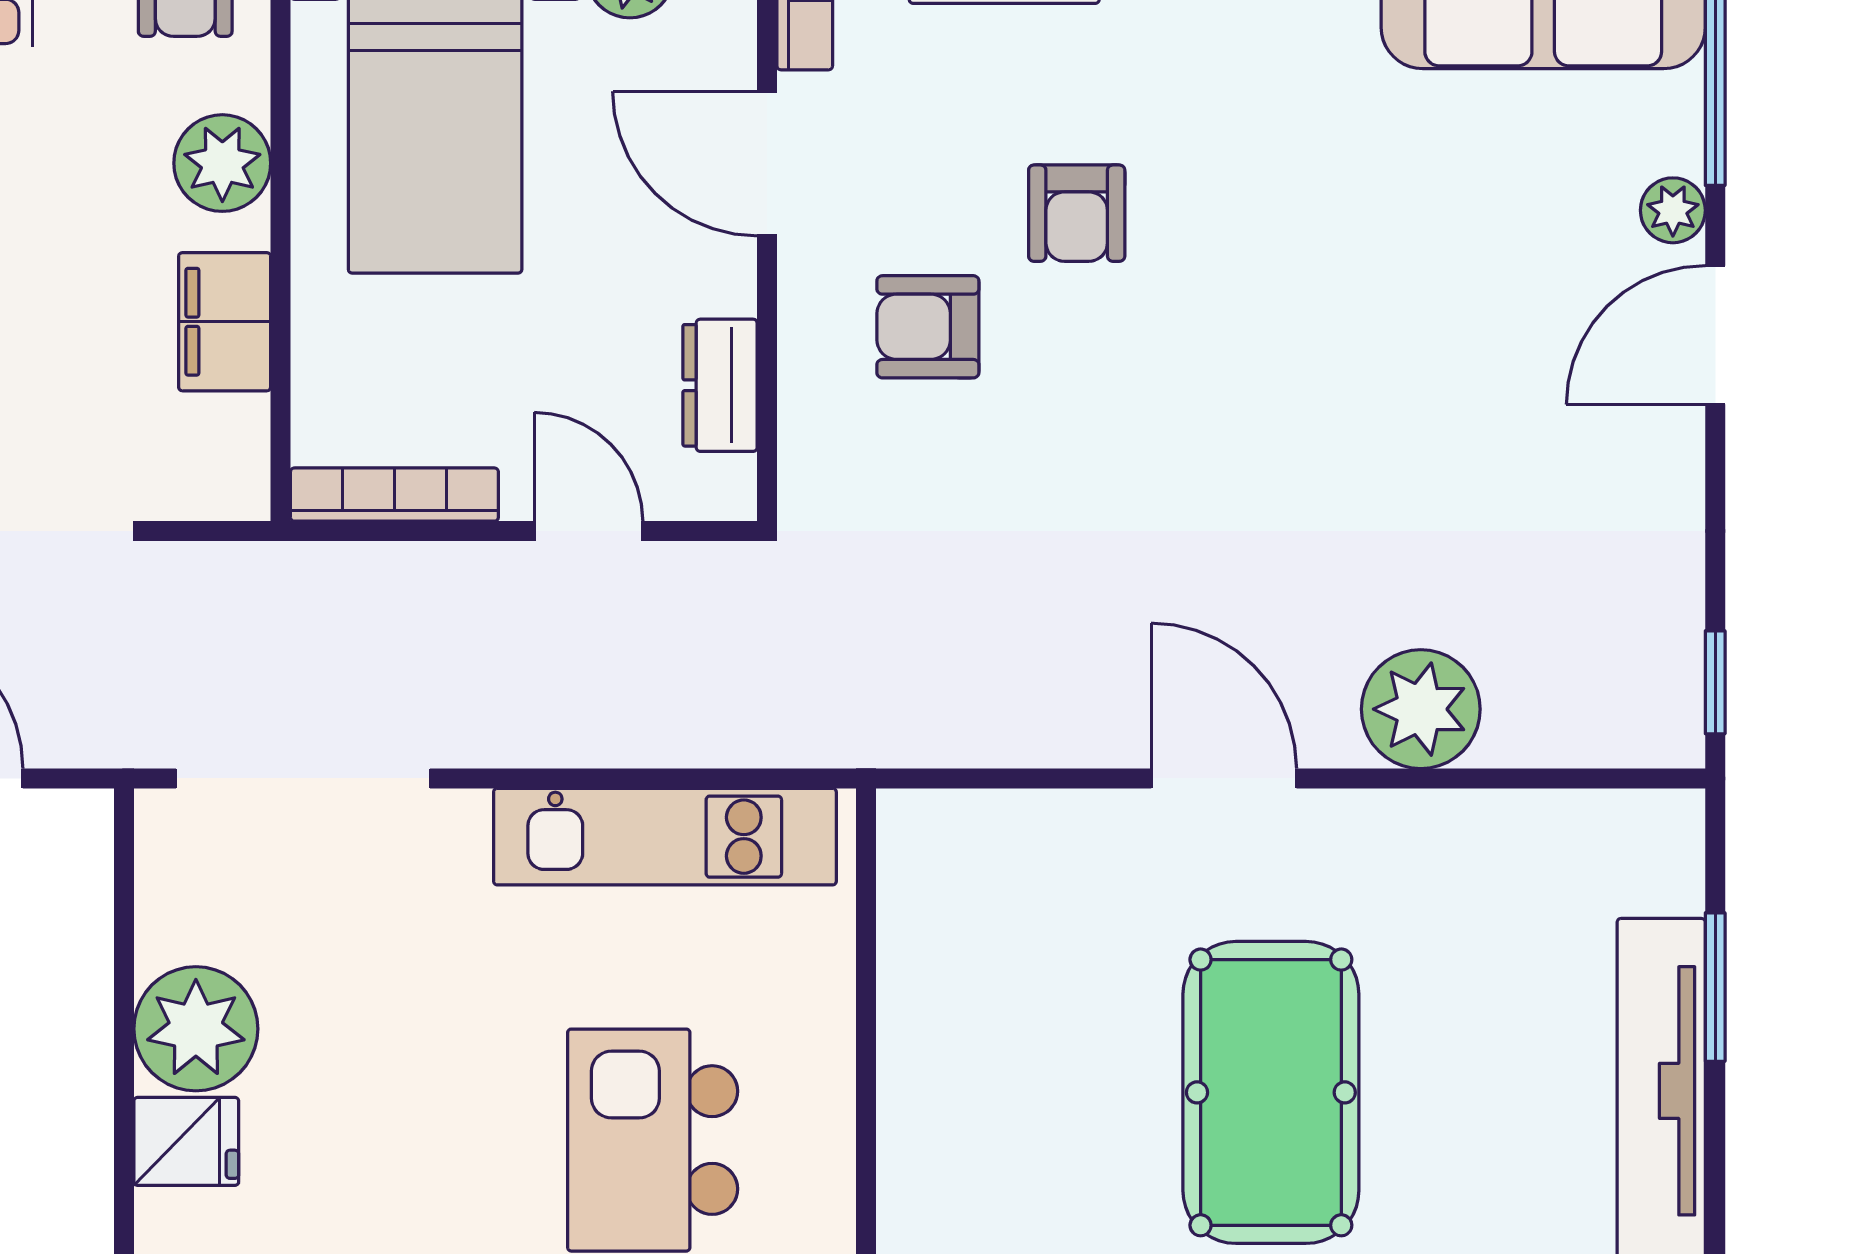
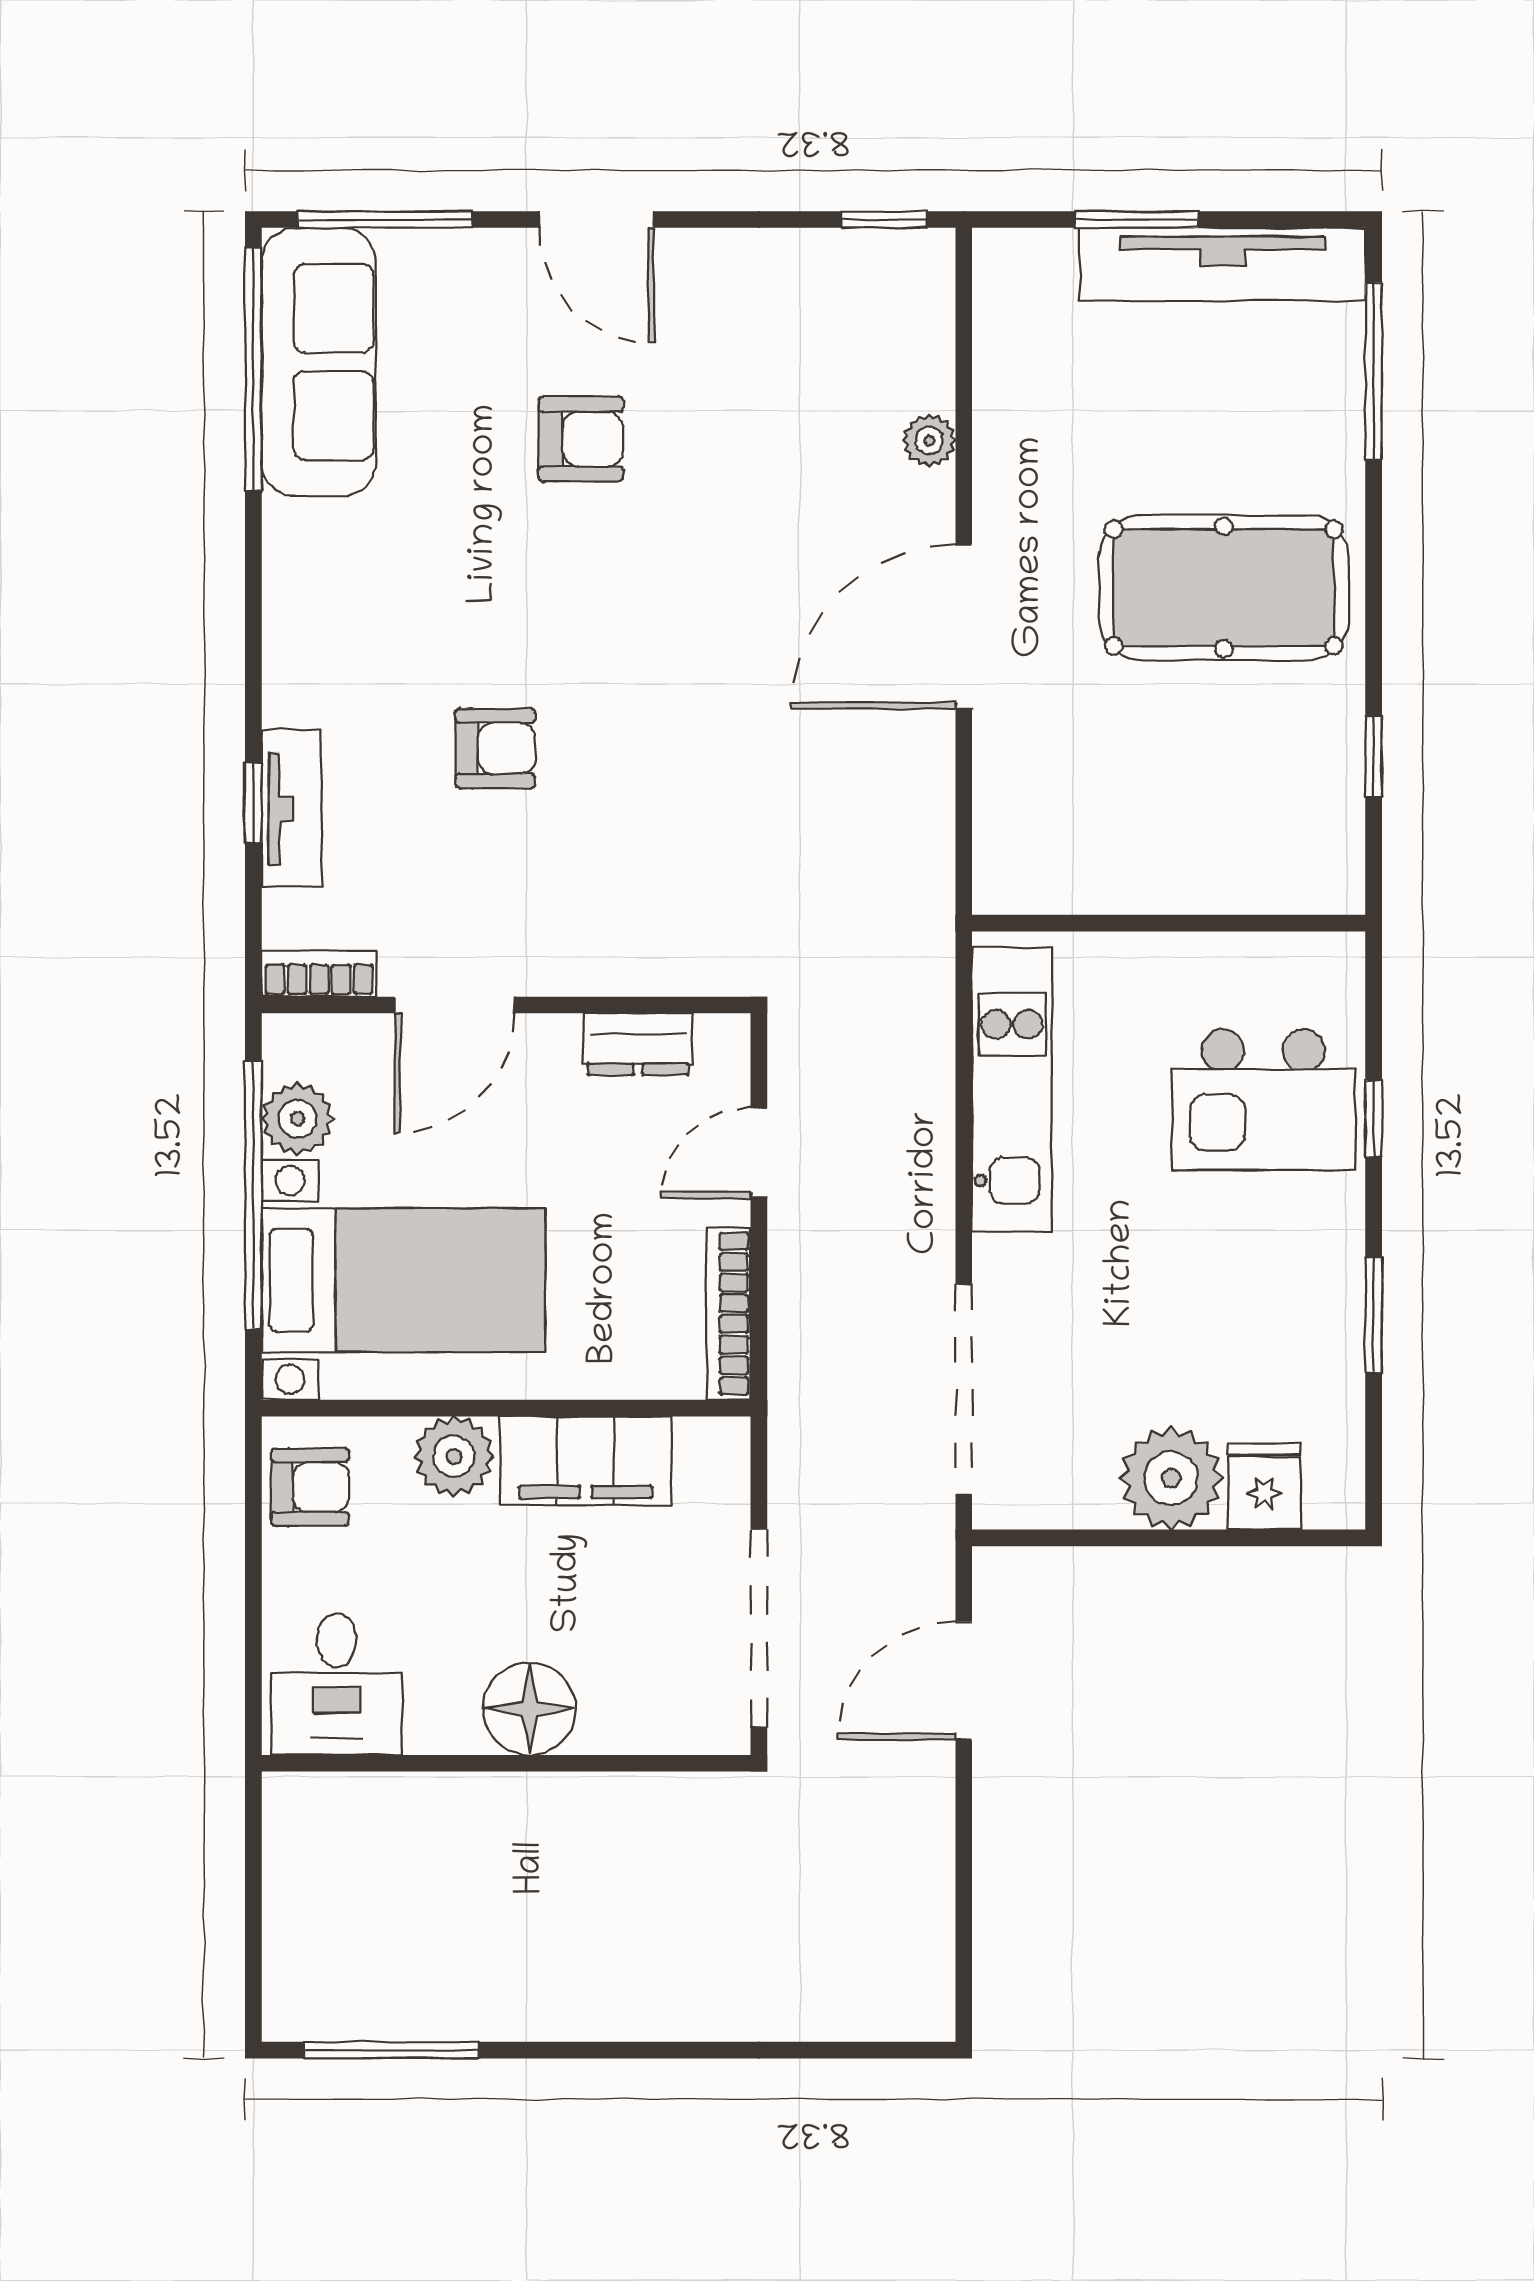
plant: (1673, 210) -> (493, 255), removed
filing cabinet: (225, 322) -> (585, 1461), width x1.50, depth x1.17
armchair: (928, 327) -> (581, 439), moved, turned -90
plant: (1421, 709) -> (929, 440), width x0.53, depth x0.53
door: (1224, 778) -> (964, 627), width x1.36

